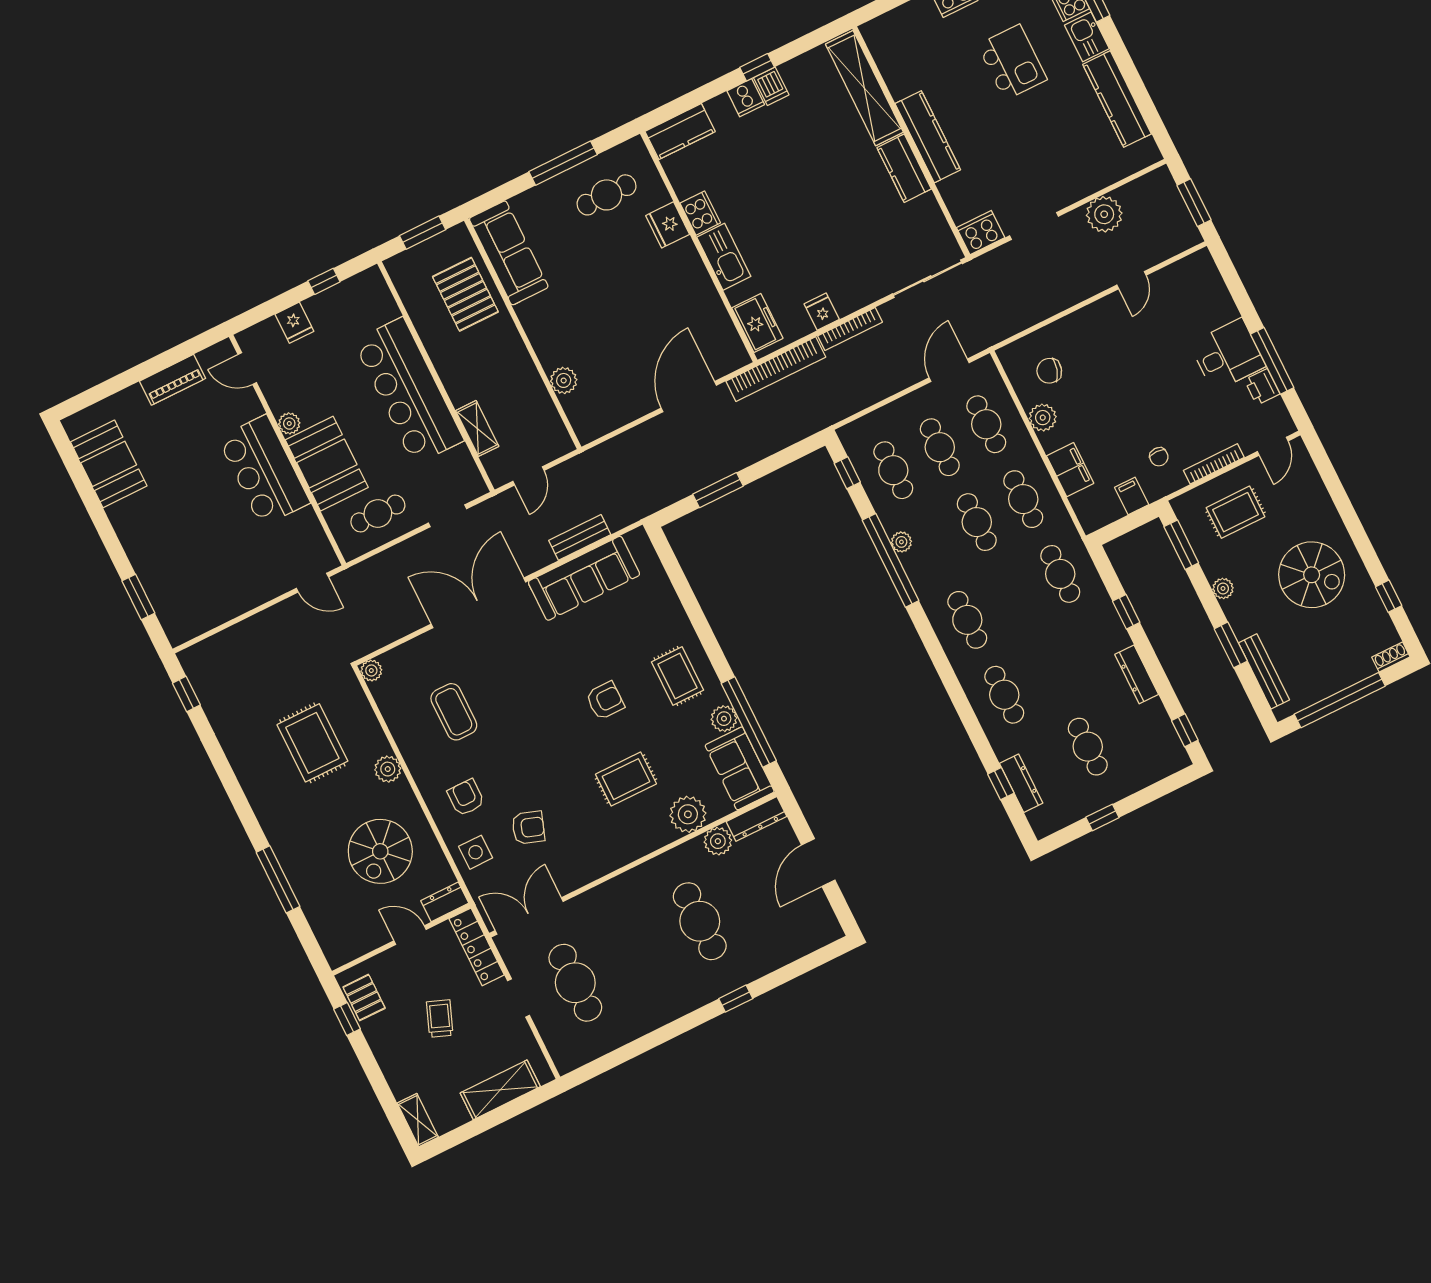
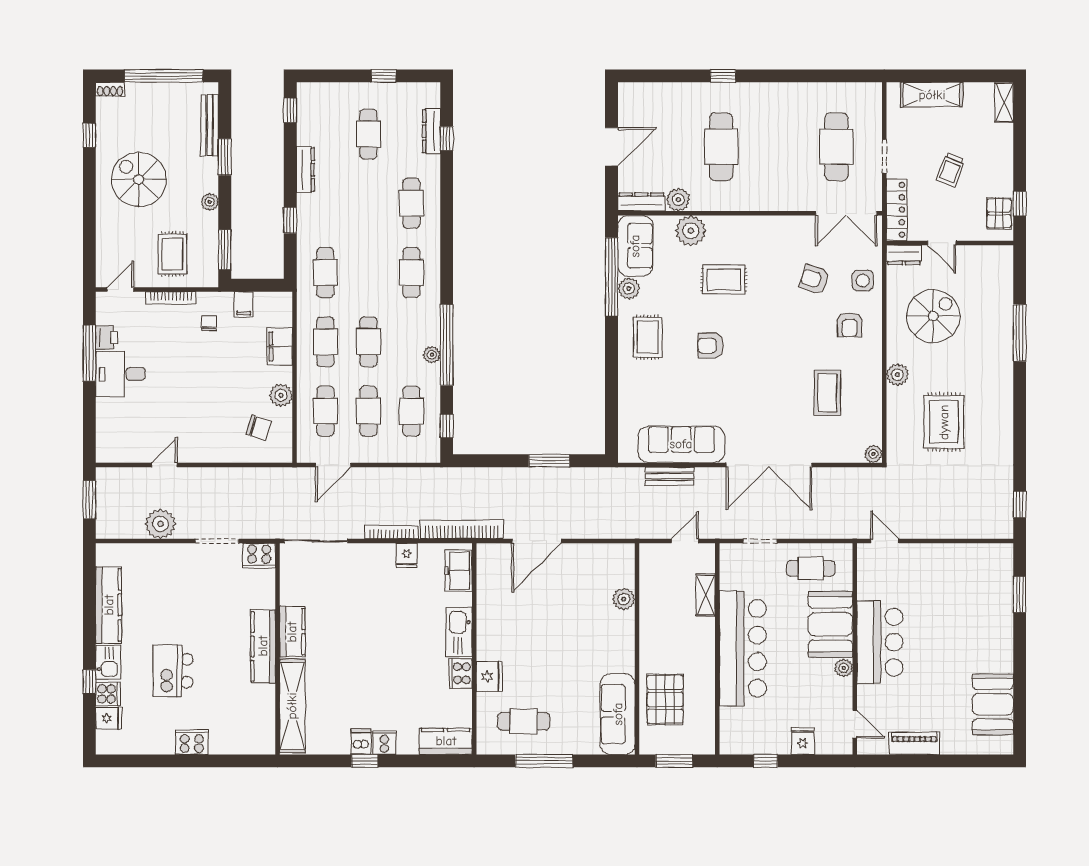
rug: (1236, 512) -> (172, 254), turned 90

